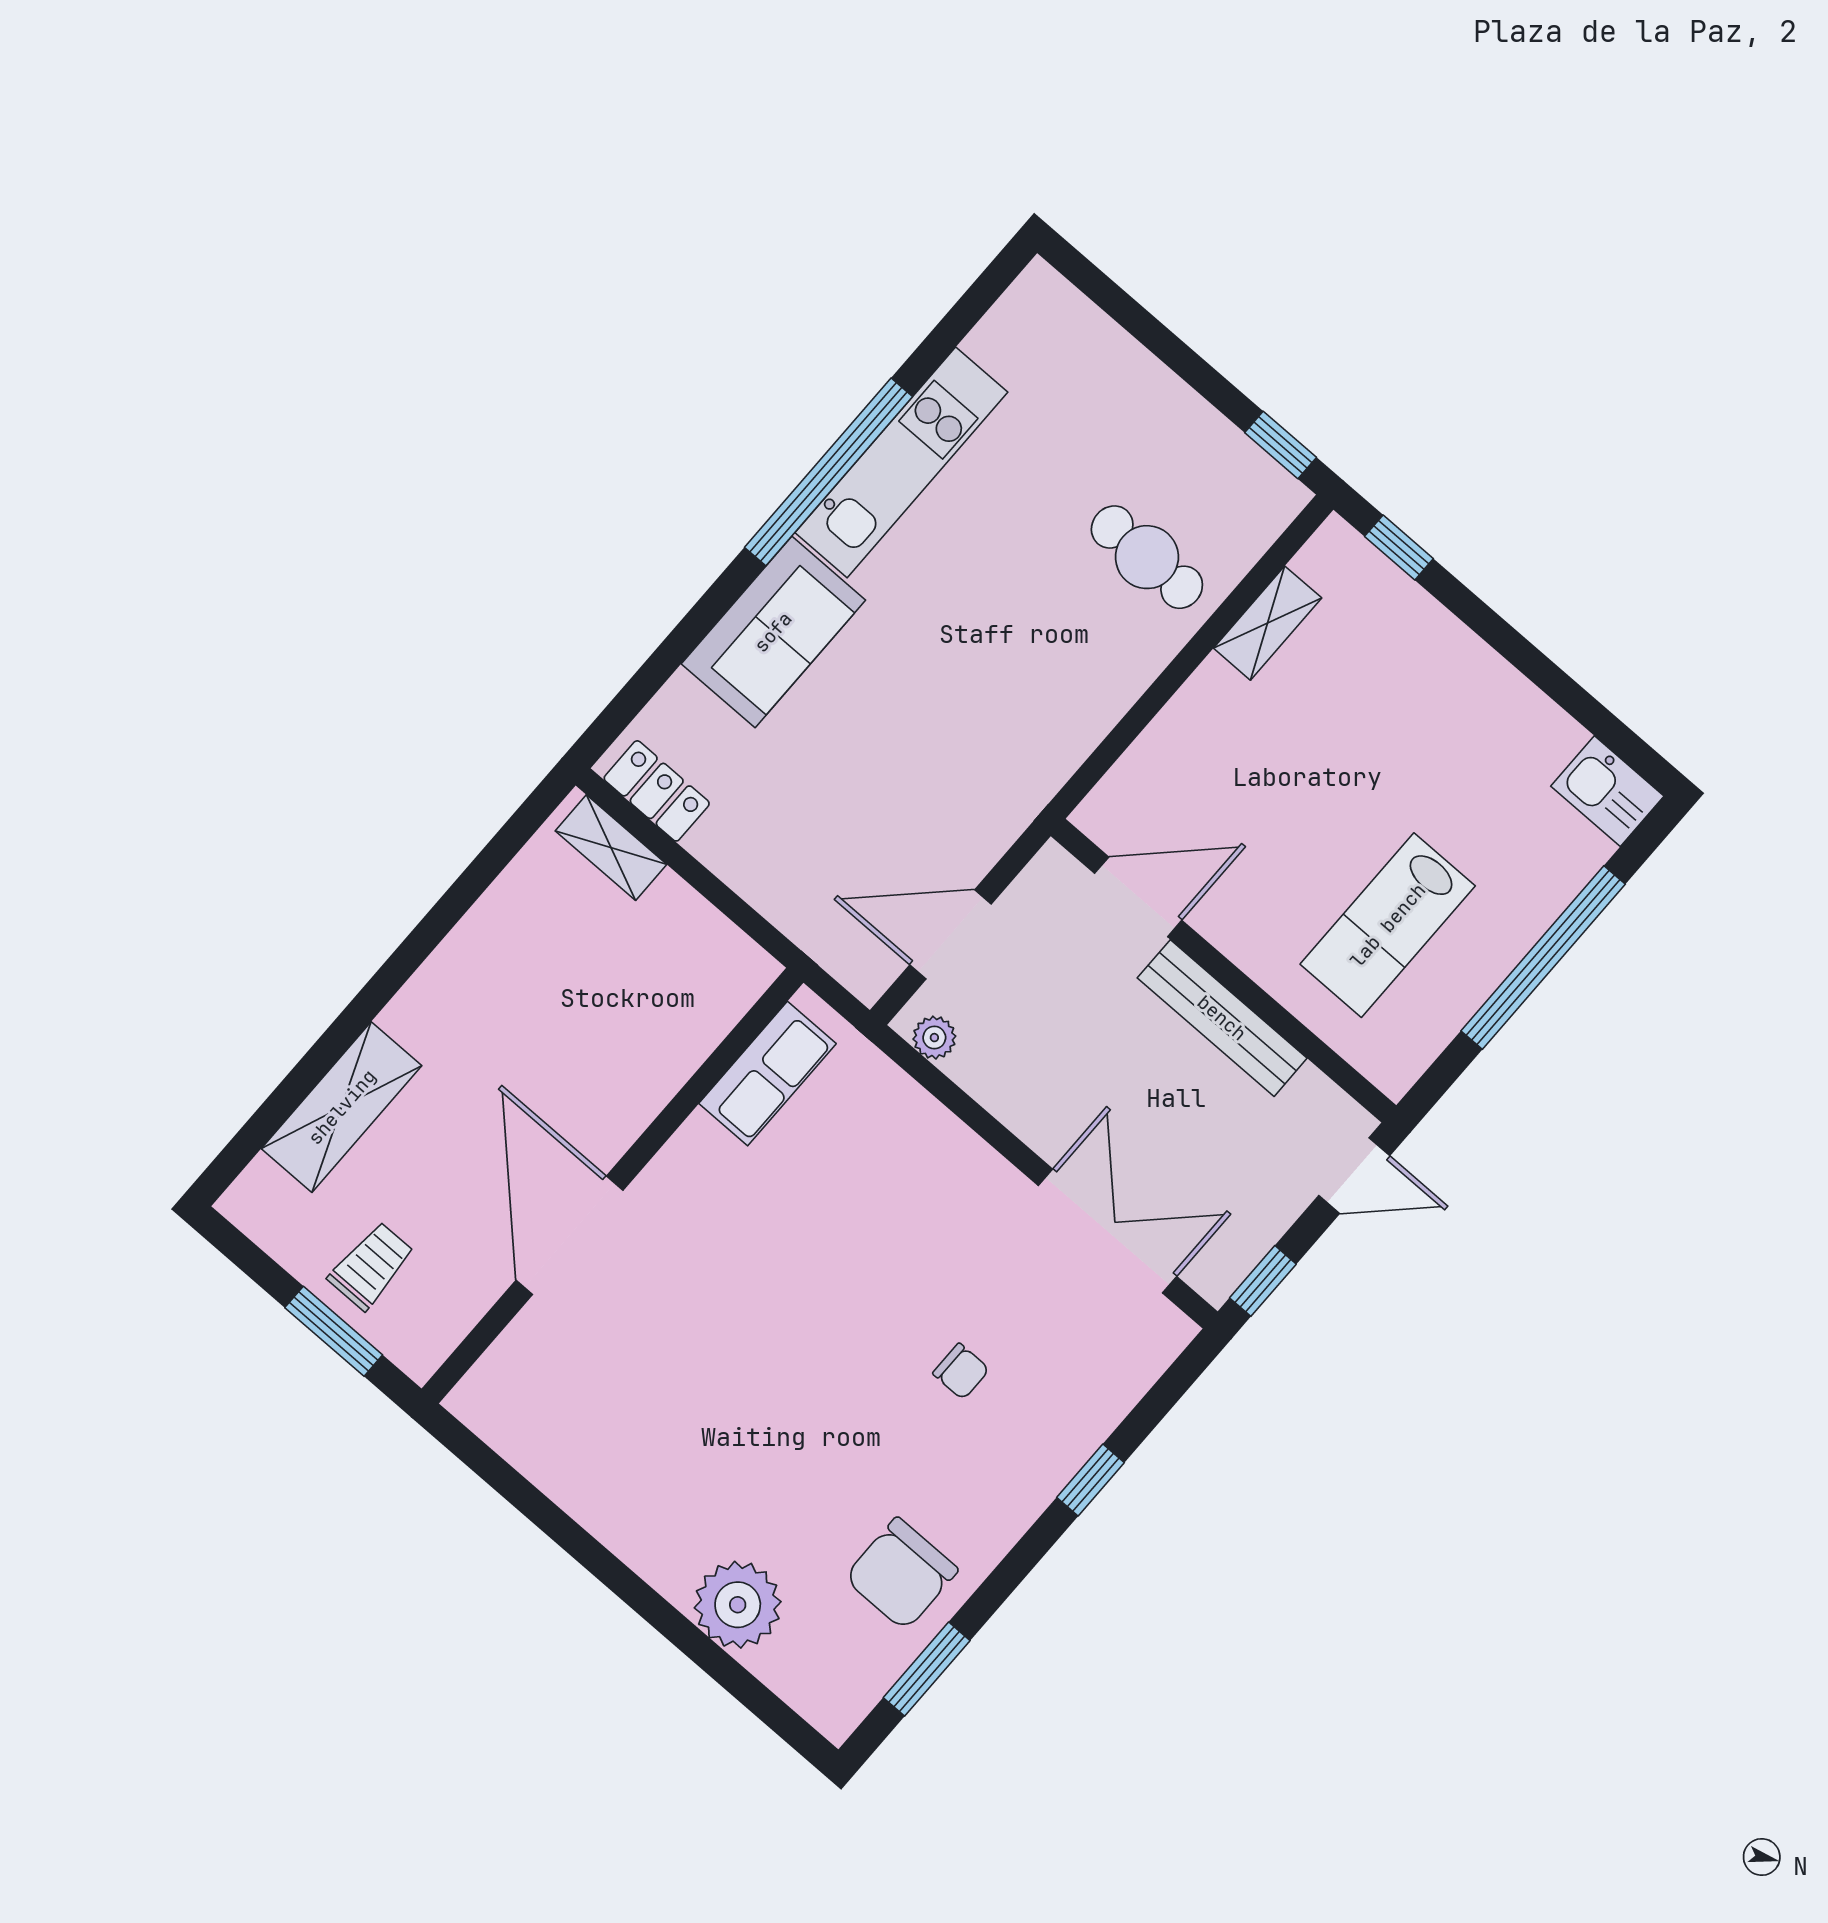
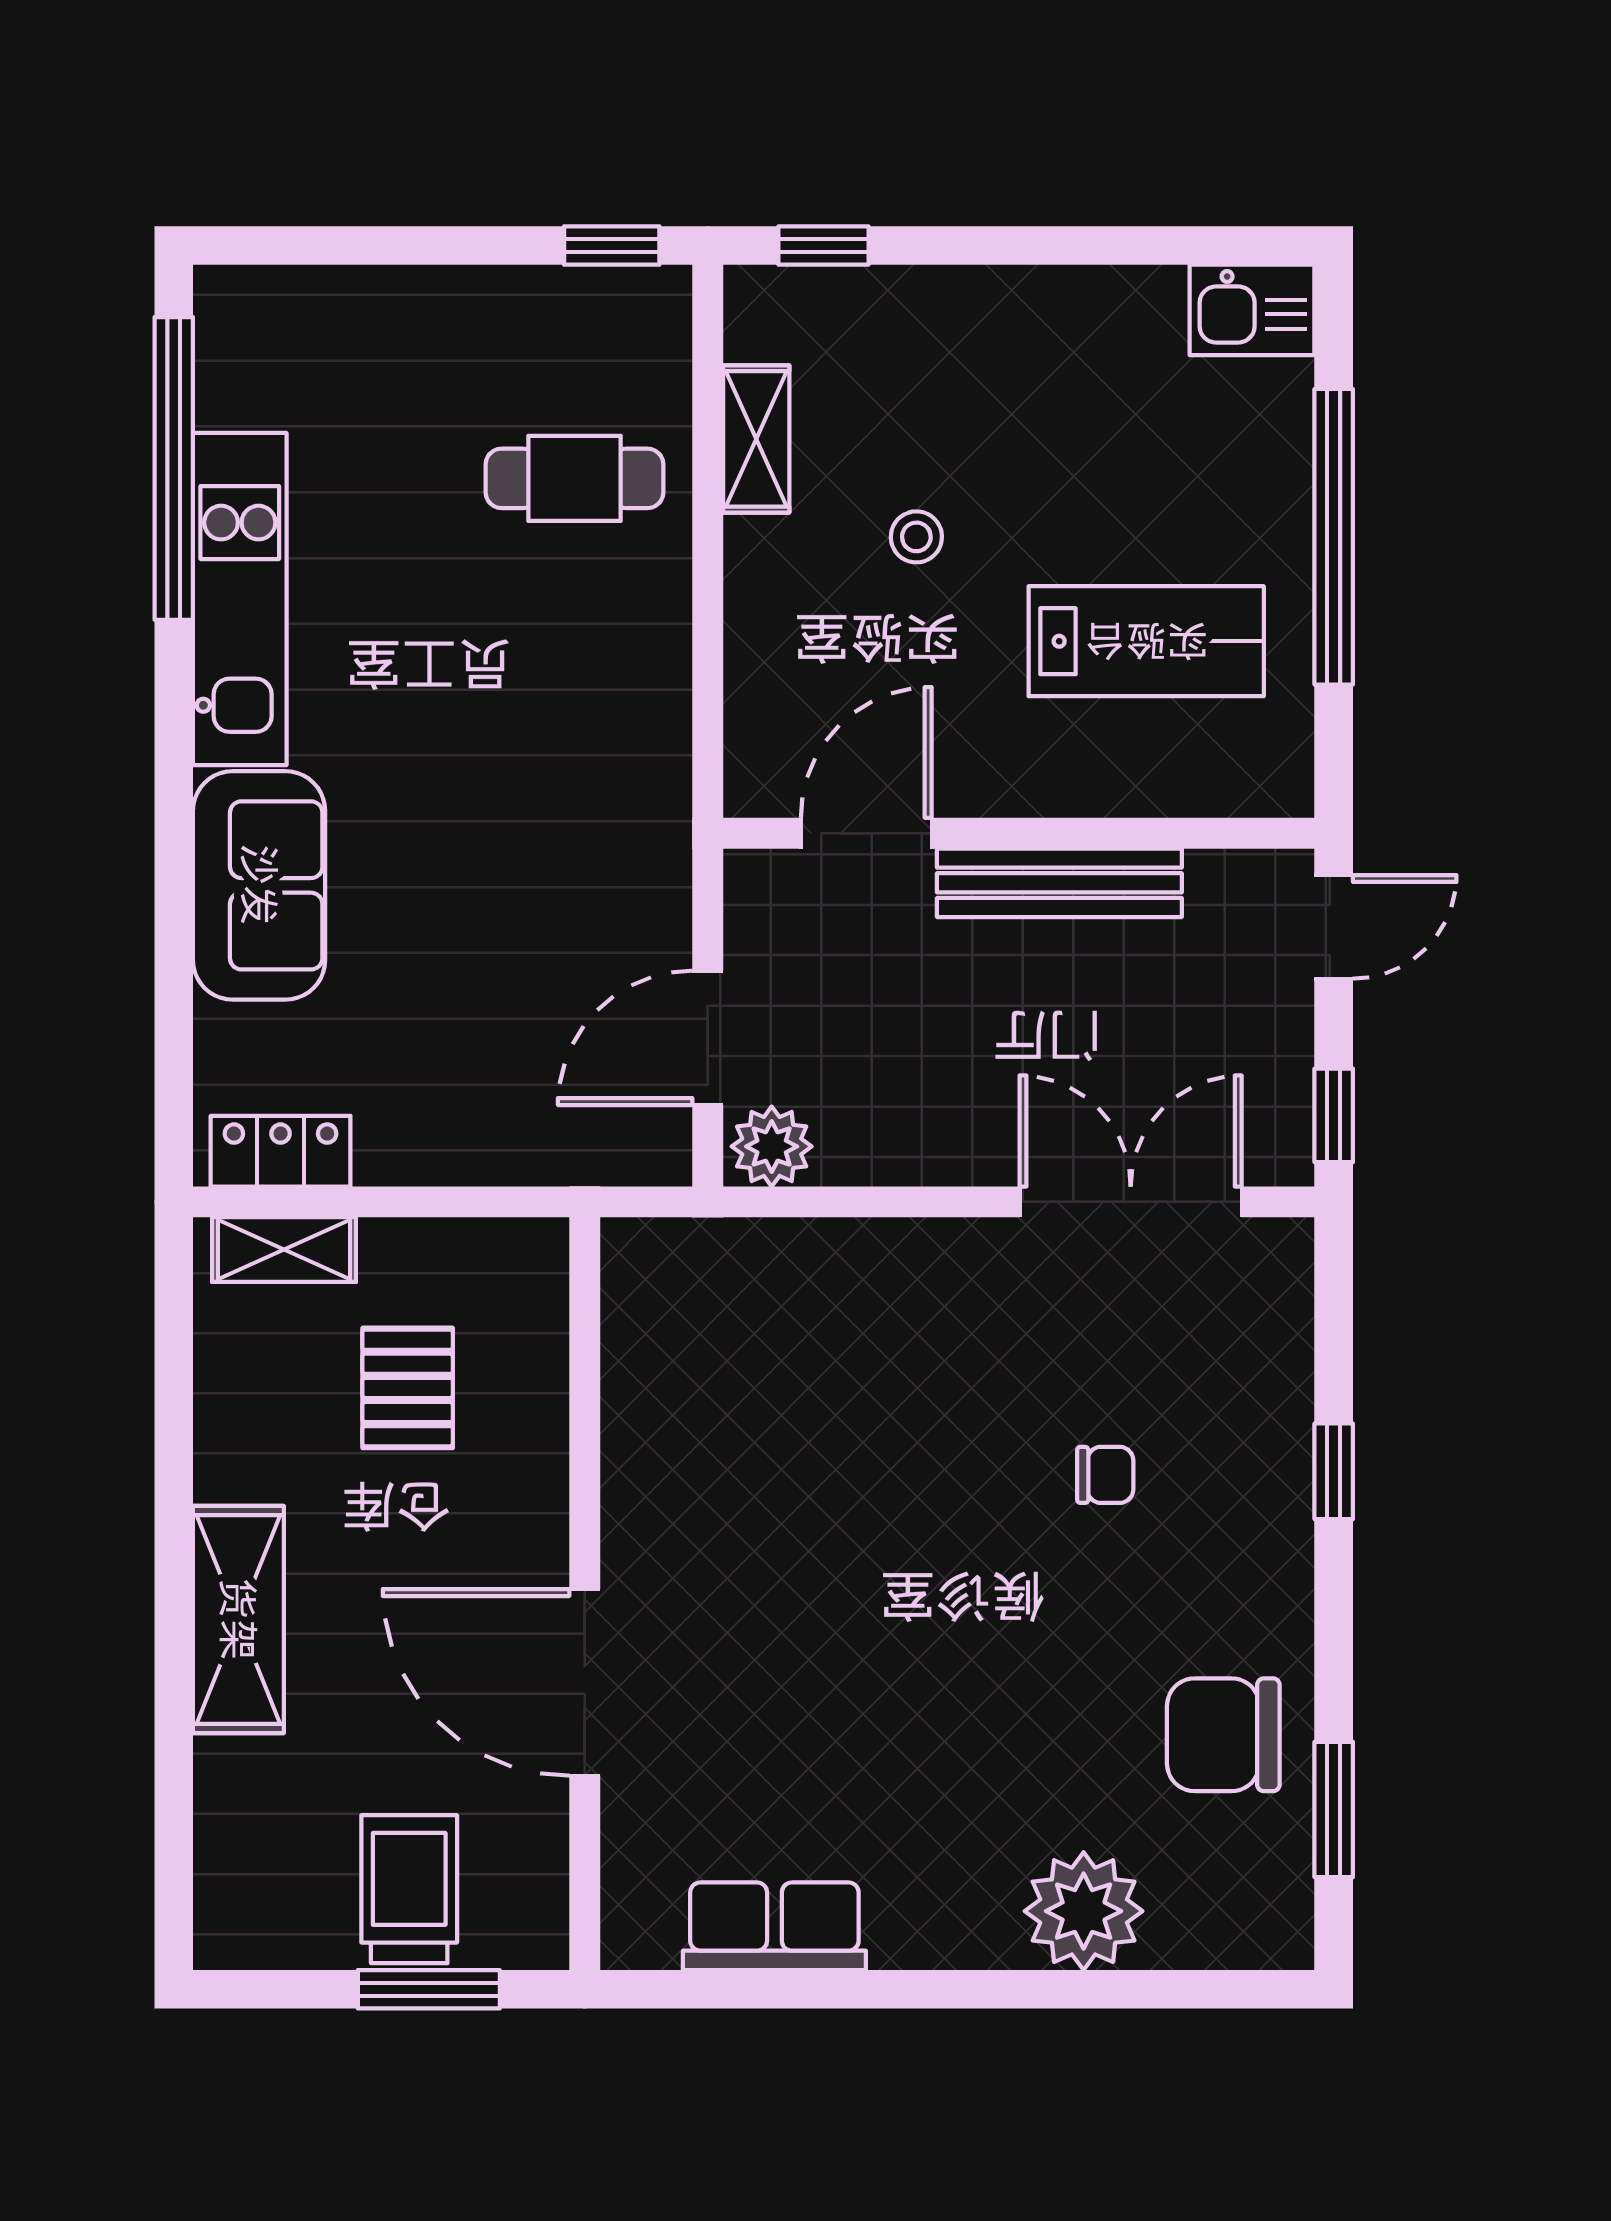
window: (829, 472) -> (174, 468), moved
stool: (1310, 755) -> (916, 537), added
lab bench: (1388, 925) -> (1146, 641), turned -90
pallet: (613, 985) -> (408, 1388), added
plant: (934, 1038) -> (772, 1146), width x1.38, depth x1.38
row of seats: (768, 1074) -> (774, 1926), moved, turned -90
shelving: (342, 1107) -> (238, 1619), moved
trolley: (371, 1266) -> (409, 1889), width x1.36, depth x1.39
chair: (901, 1574) -> (1223, 1735), turned 90

